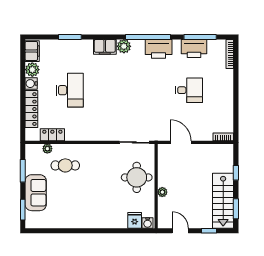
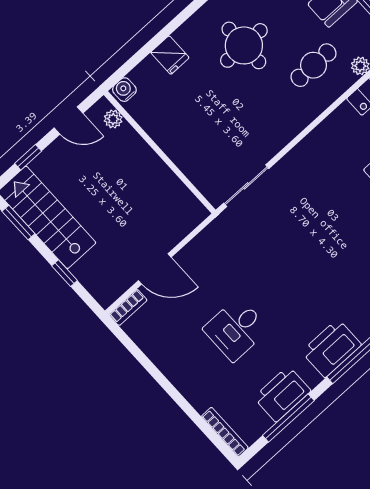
door: (181, 142) -> (155, 269), moved
round table: (137, 177) -> (244, 45), moved
plant: (162, 192) -> (113, 119), moved
fridge: (135, 220) -> (170, 55), moved

